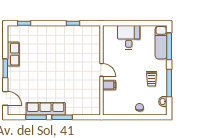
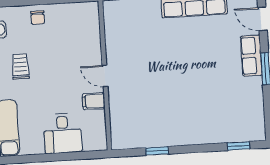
row of seats: (13, 54) -> (251, 56), moved
filing cabinet: (109, 85) -> (94, 101), moved

